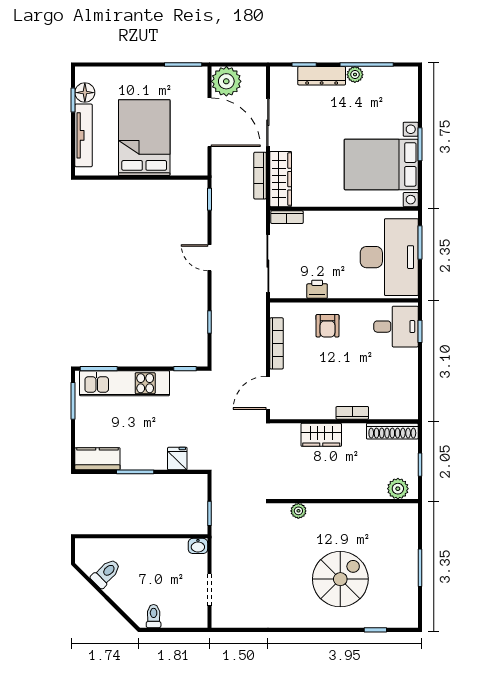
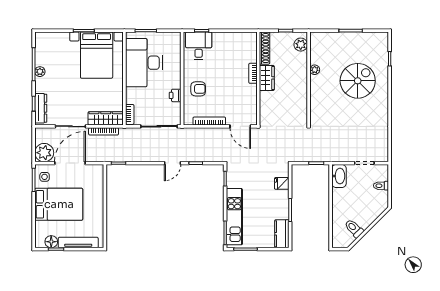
dresser: (322, 76) -> (41, 108), moved
side table: (188, 82) -> (45, 177), added
bed: (144, 138) -> (59, 204), moved, turned 180
desk: (389, 257) -> (144, 63), moved, turned -90
door: (209, 258) -> (172, 163), moved
wardrobe: (321, 435) -> (267, 78), moved
plant: (298, 511) -> (315, 70), moved
washbasin: (198, 546) -> (339, 176), width x1.91, depth x1.45
spiral stairs: (340, 579) -> (358, 81), turned 90
toilet: (154, 616) -> (381, 186), moved

